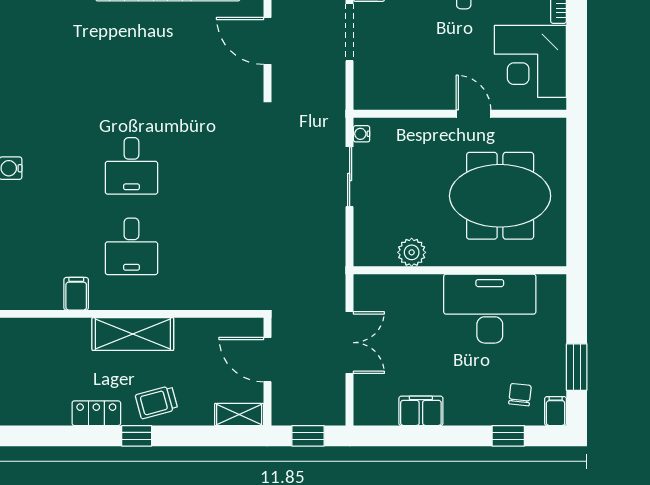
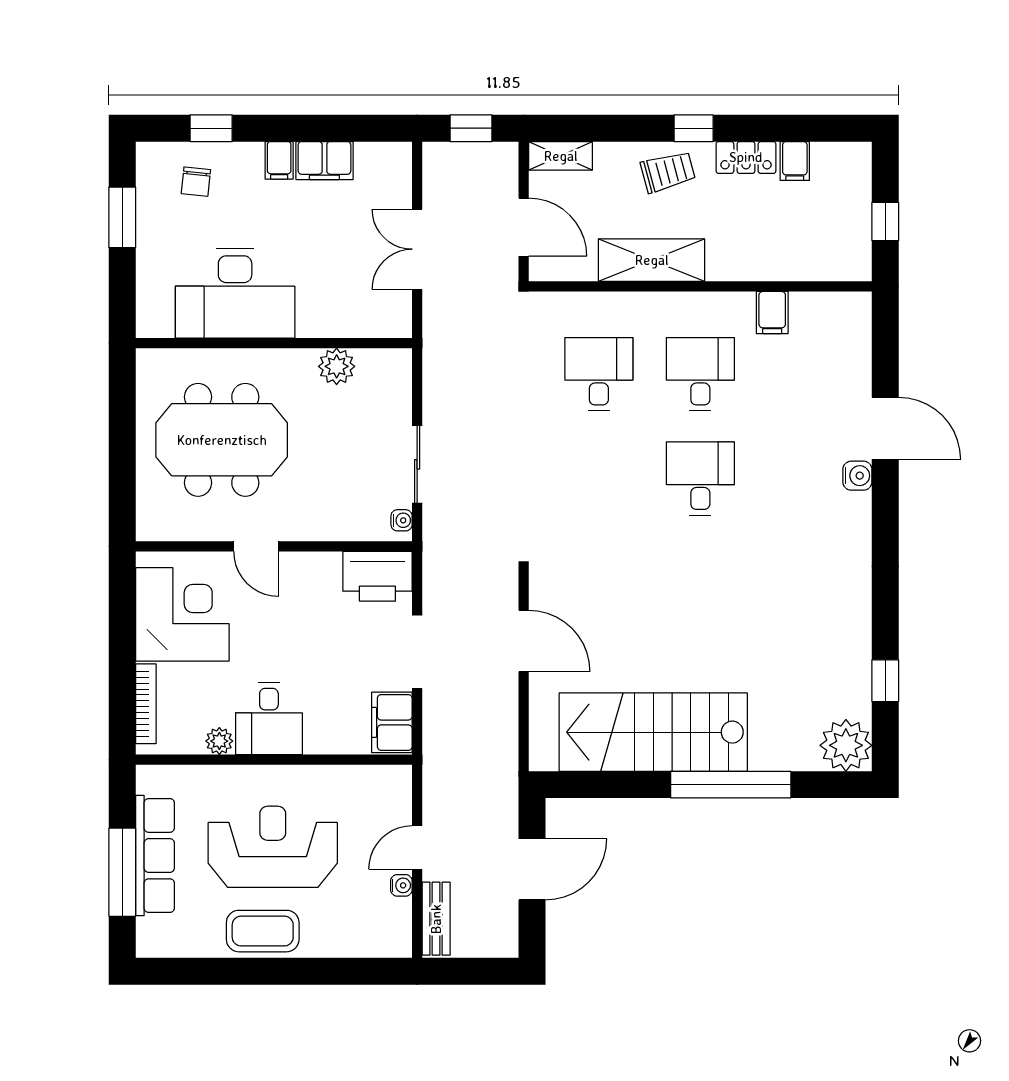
printer: (380, 91) -> (377, 576), added
desk: (210, 246) -> (599, 374), added
shelving: (133, 334) -> (652, 260), moved
filing cabinet: (59, 411) -> (795, 161), added
filing cabinet: (556, 411) -> (279, 160), moved

